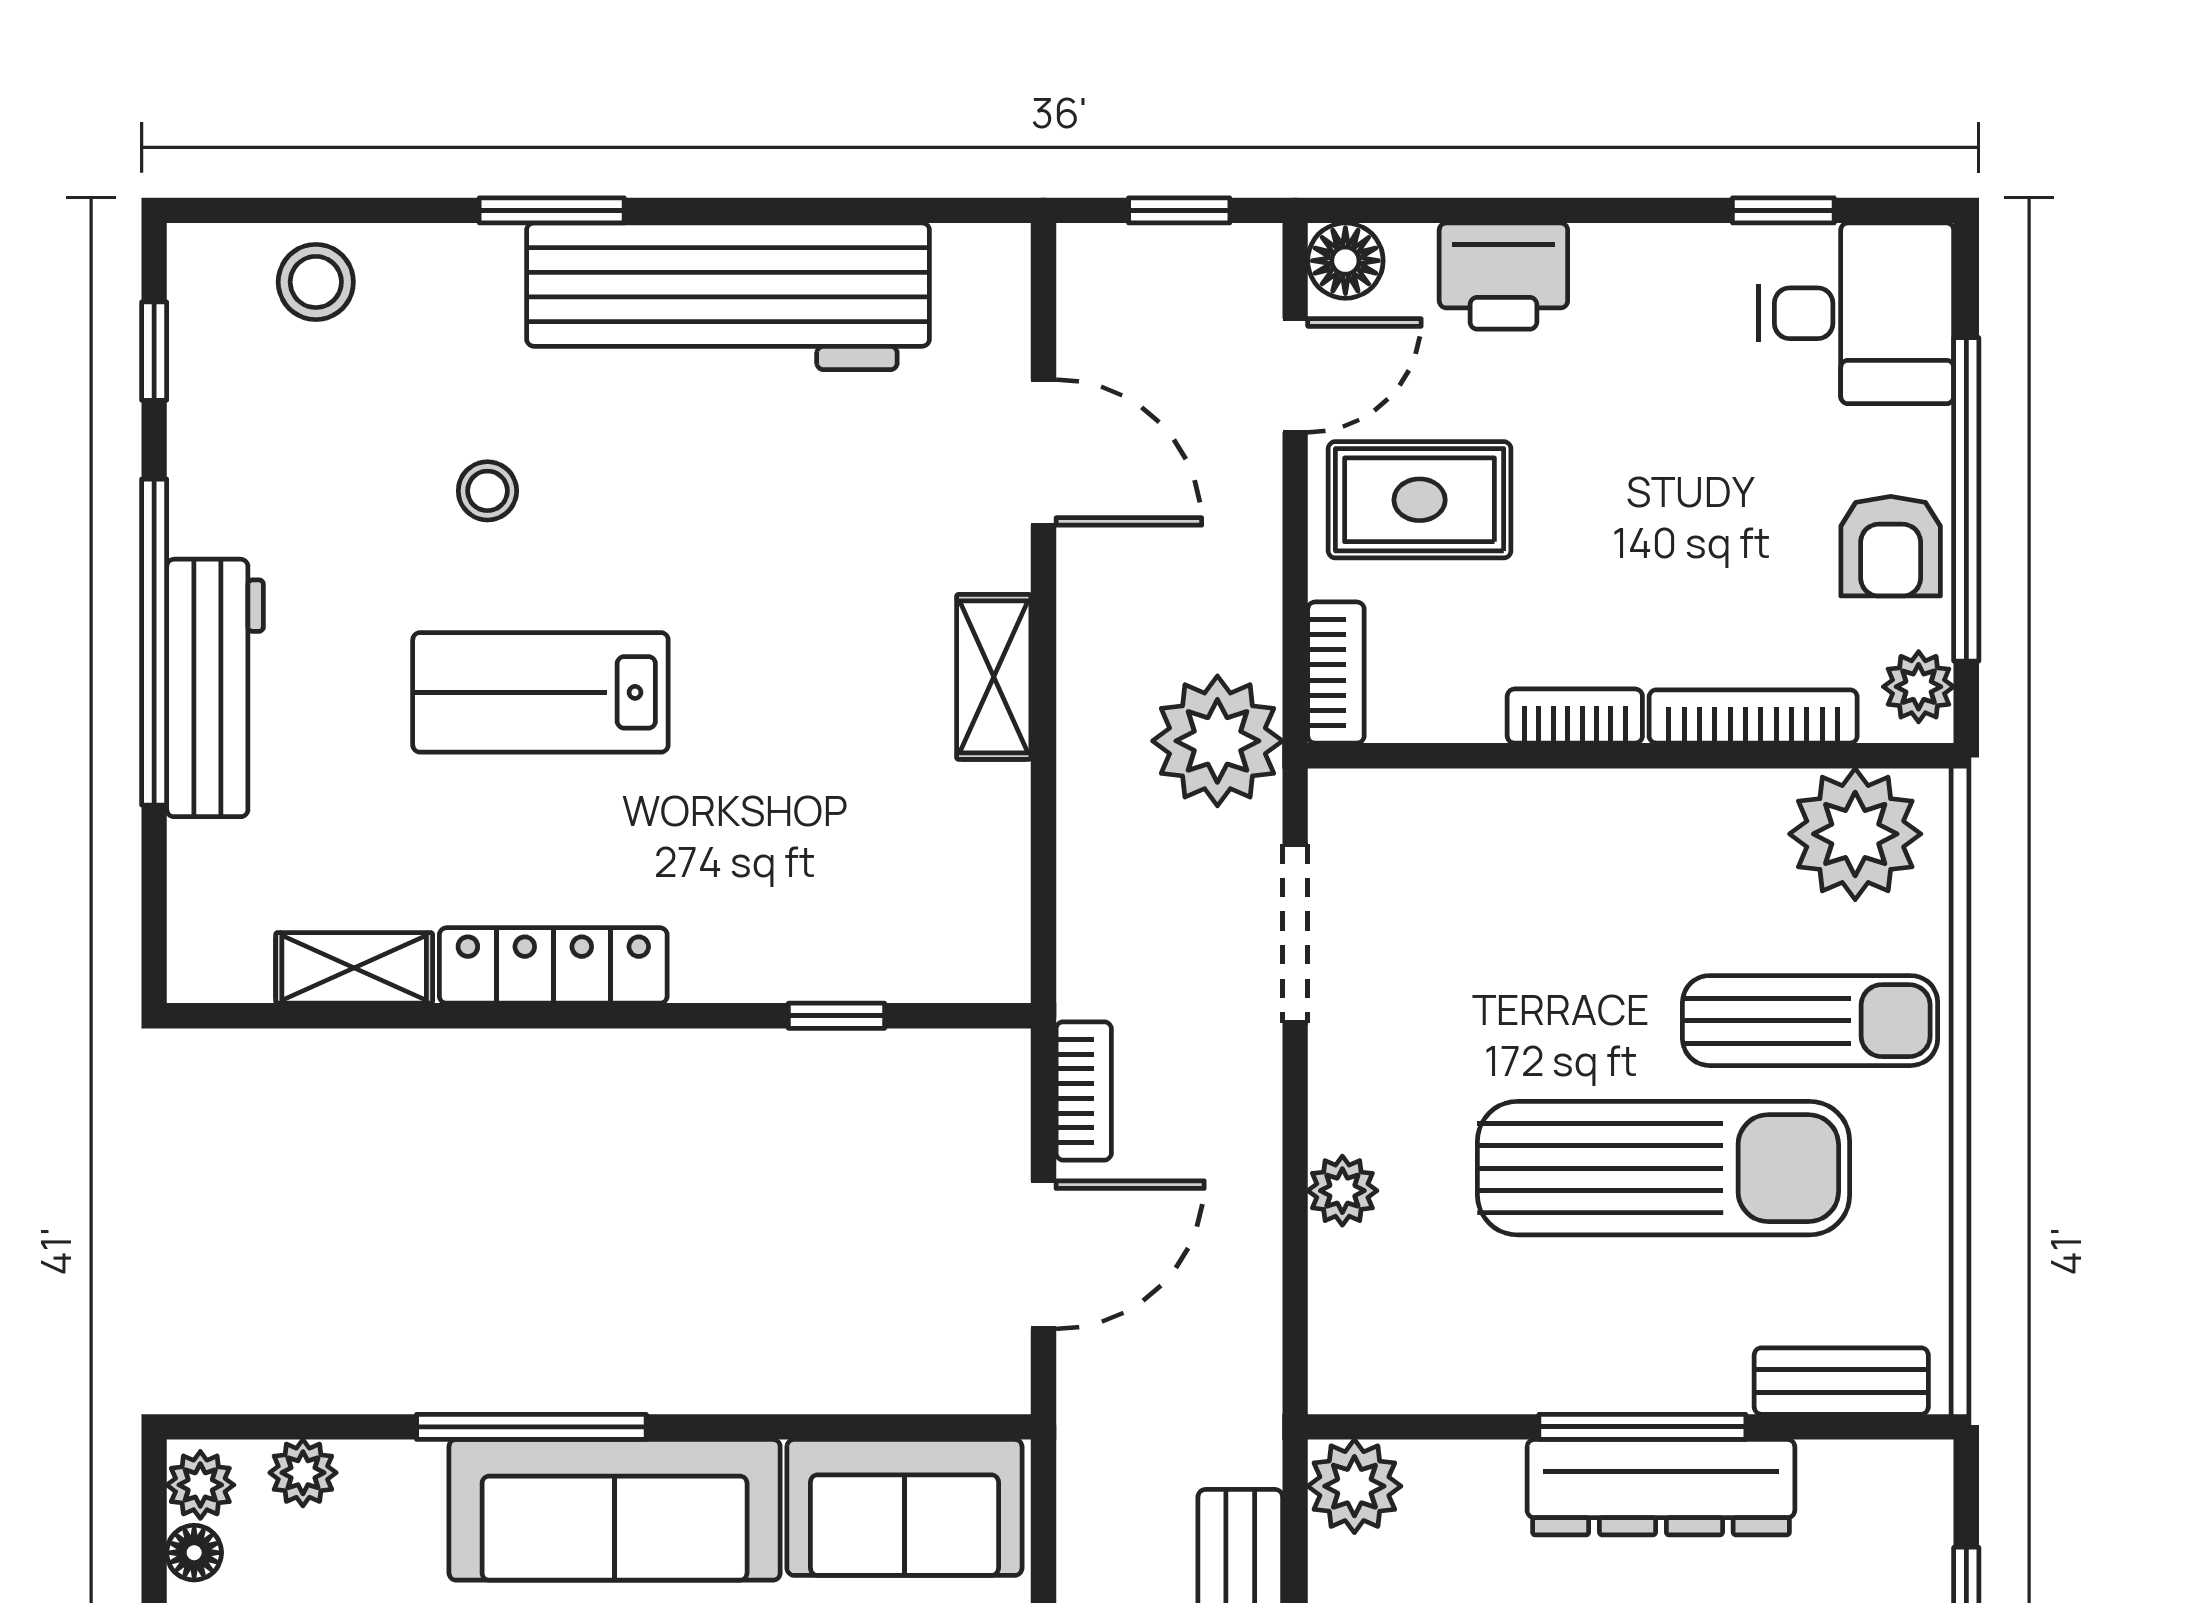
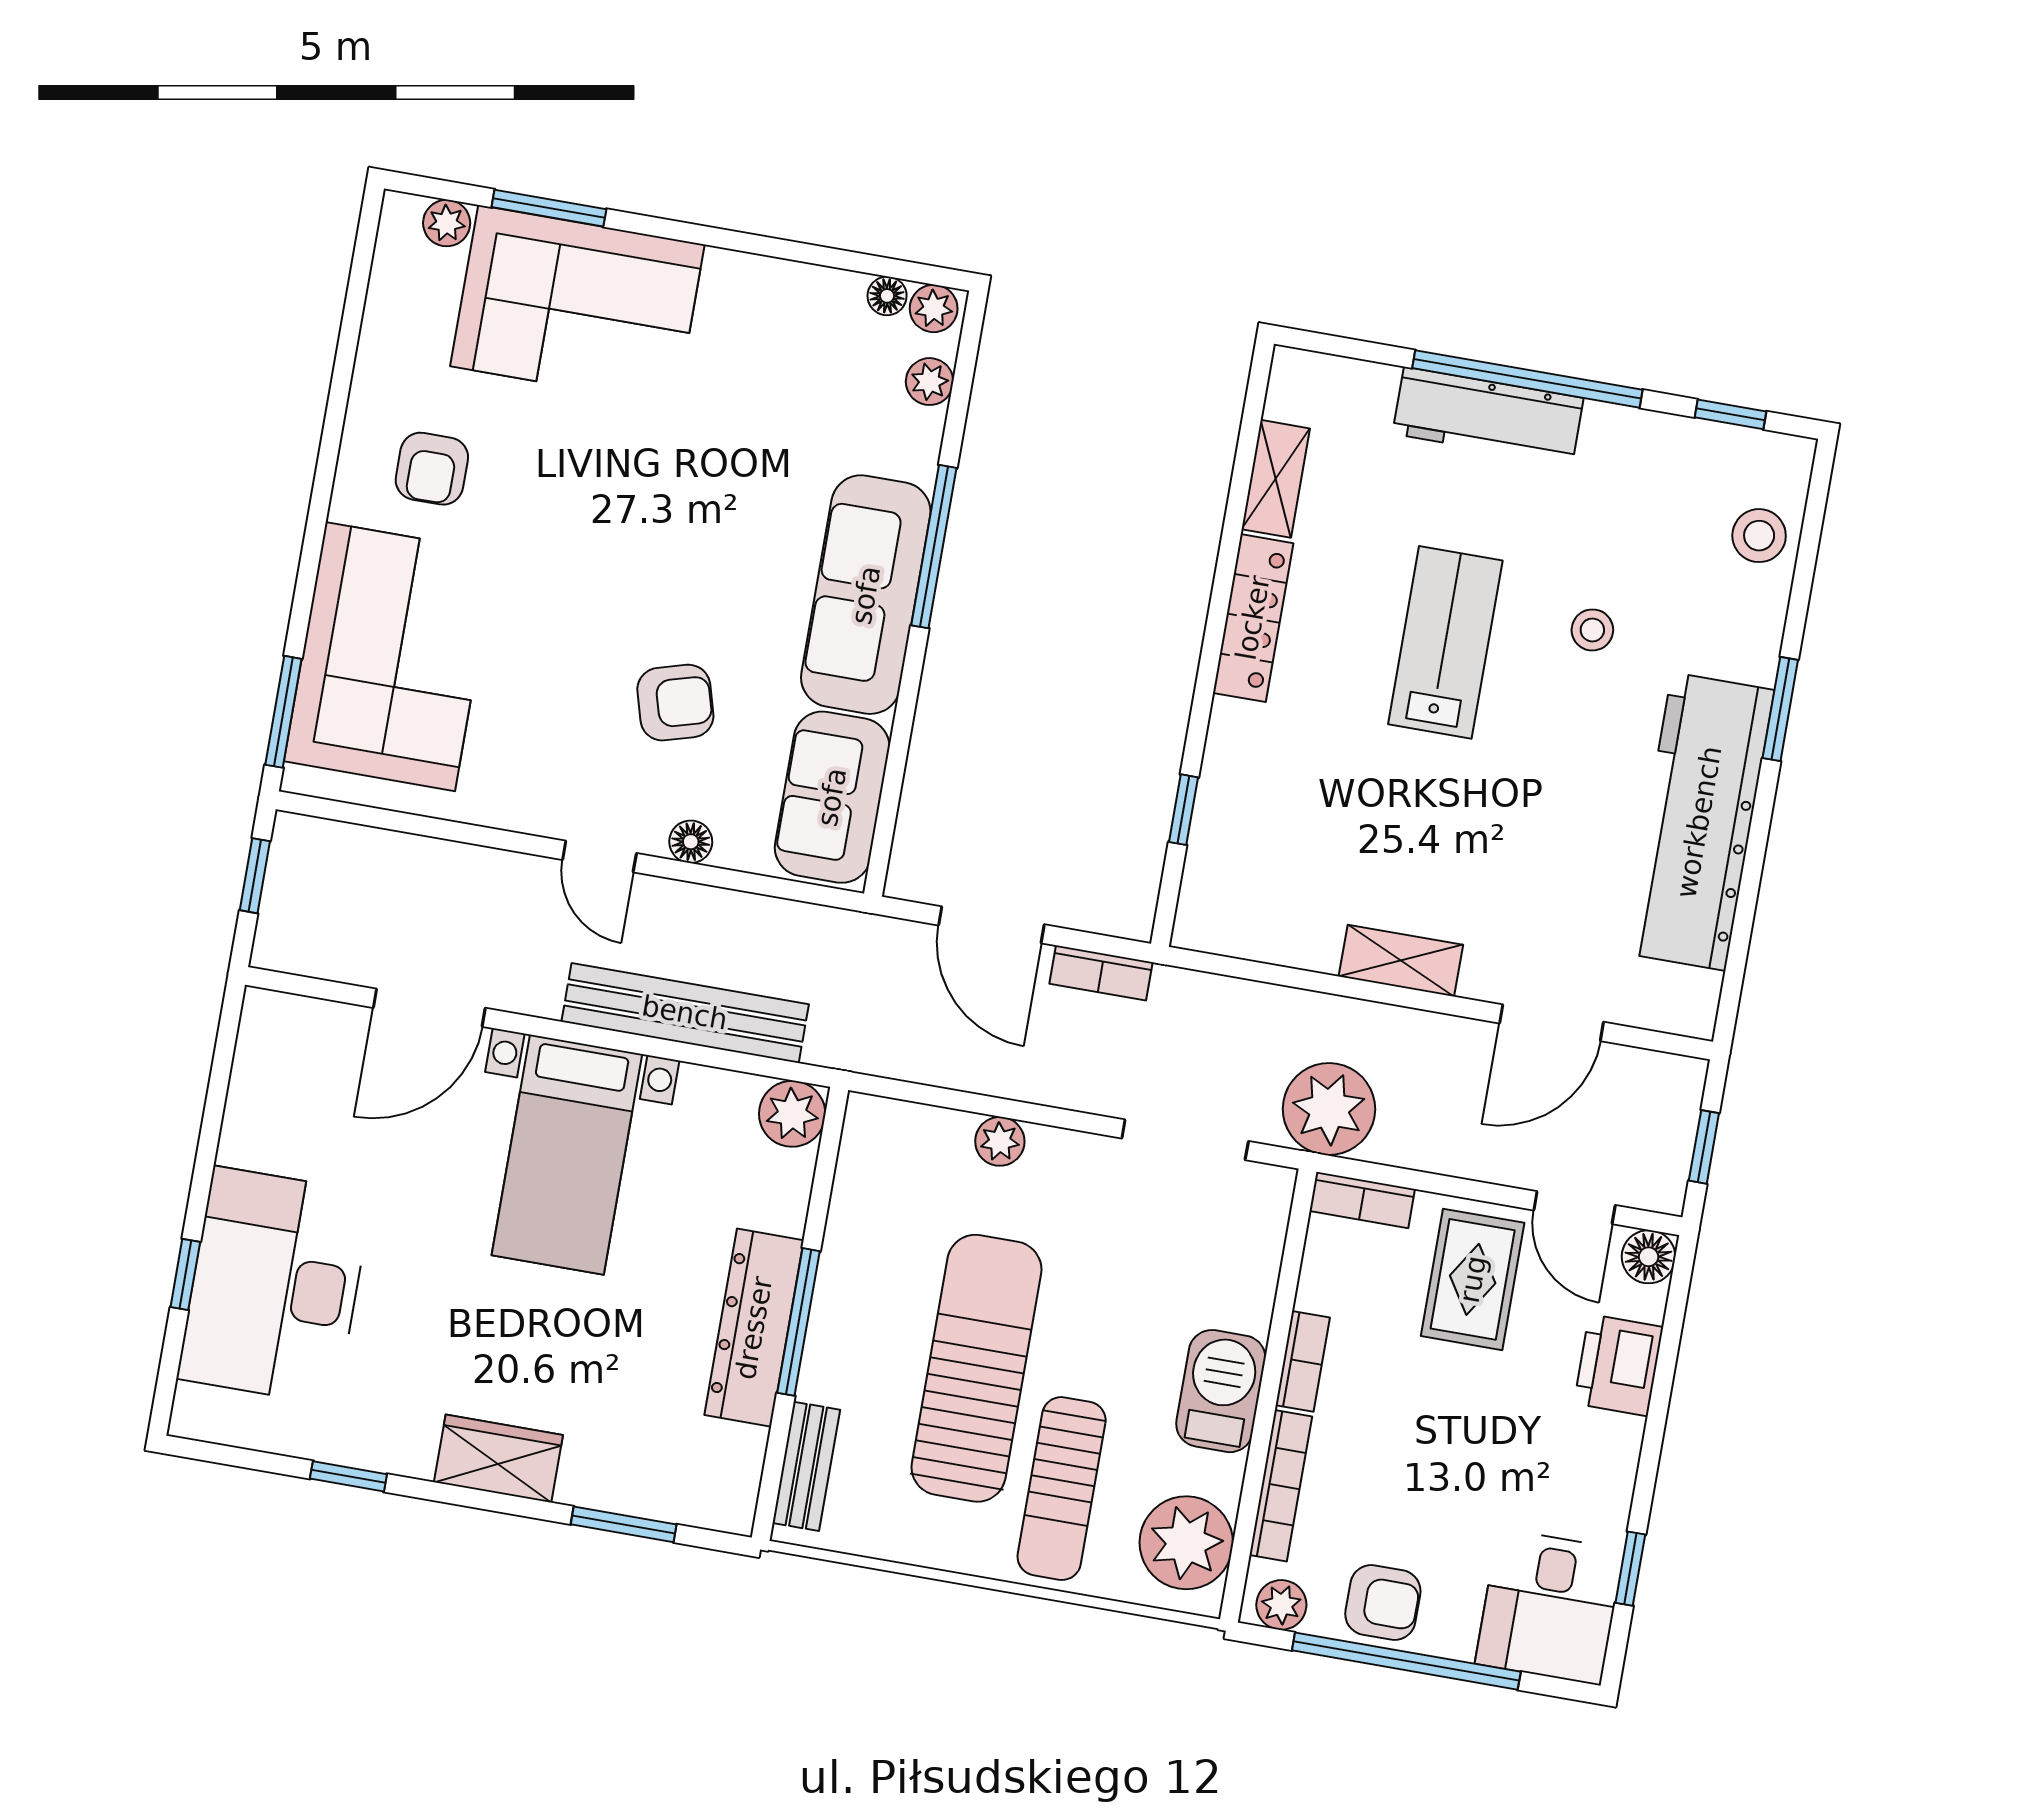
armchair: (1891, 546) -> (1383, 1603), turned 180
barbecue: (1636, 823) -> (1221, 1391), added
sun lounger: (1664, 1168) -> (976, 1368), turned 180

